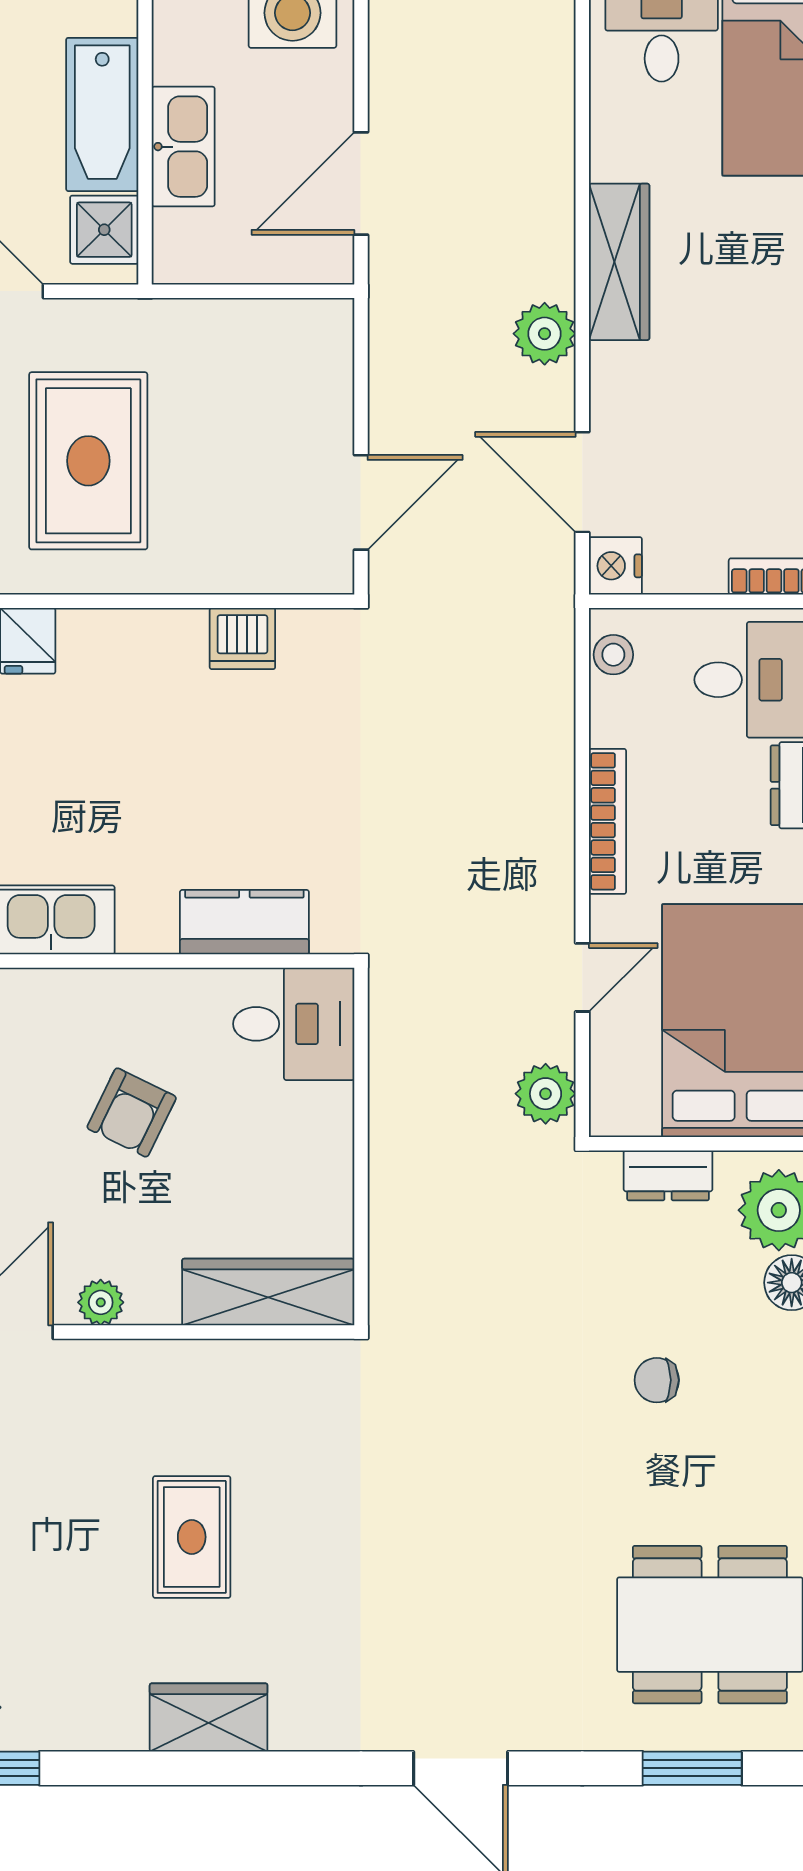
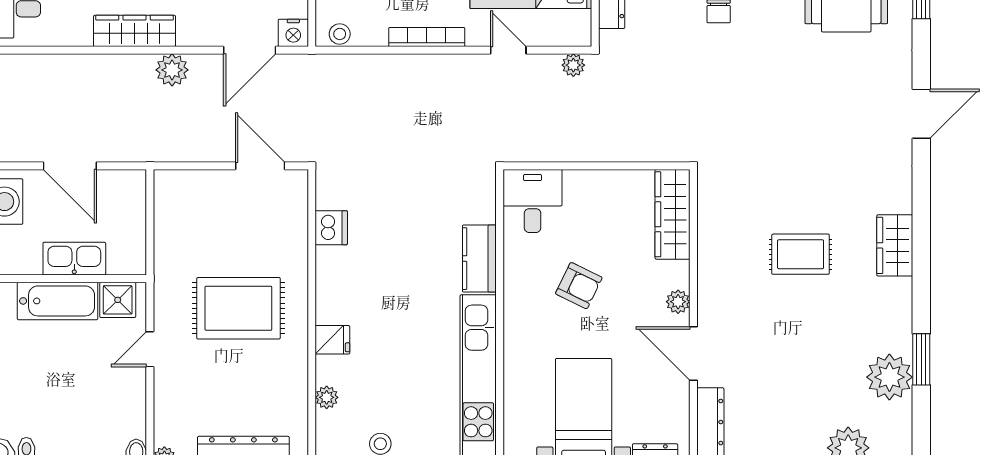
door: (361, 183) -> (70, 166), moved
kitchen counter: (244, 922) -> (479, 259), moved
plant: (546, 1094) -> (573, 65), width x0.73, depth x0.73

